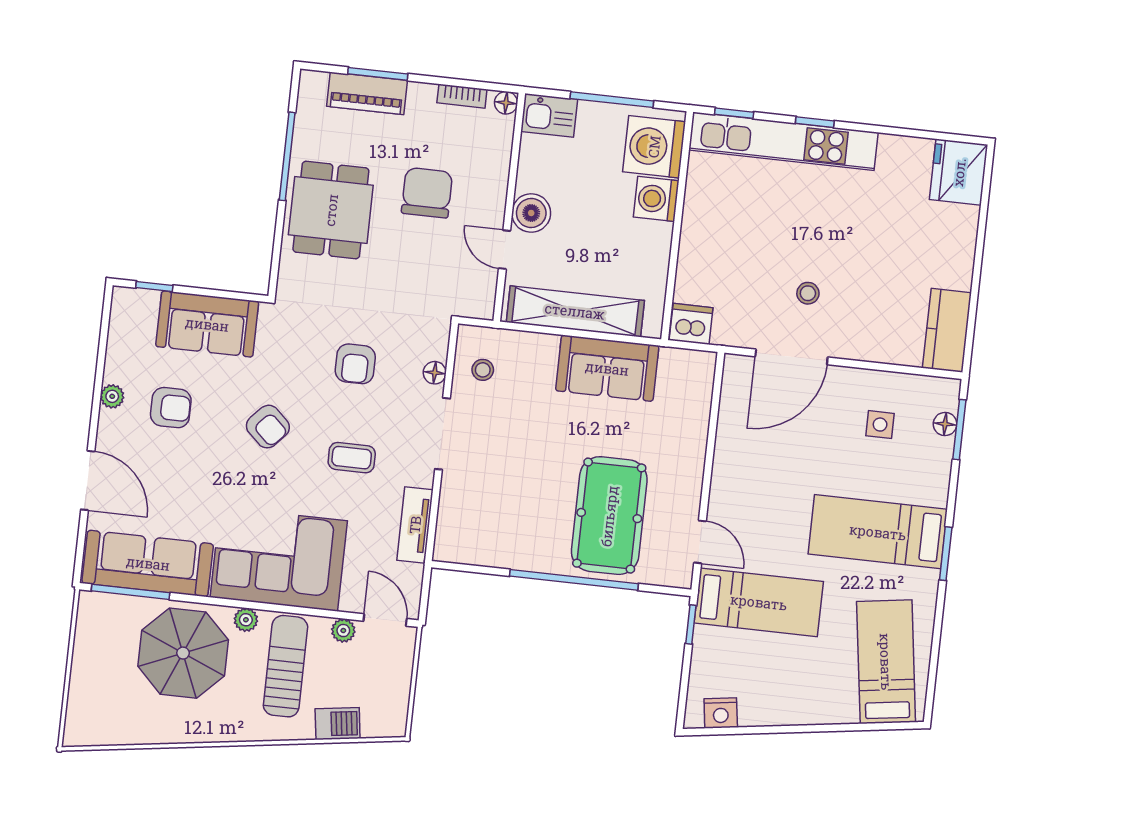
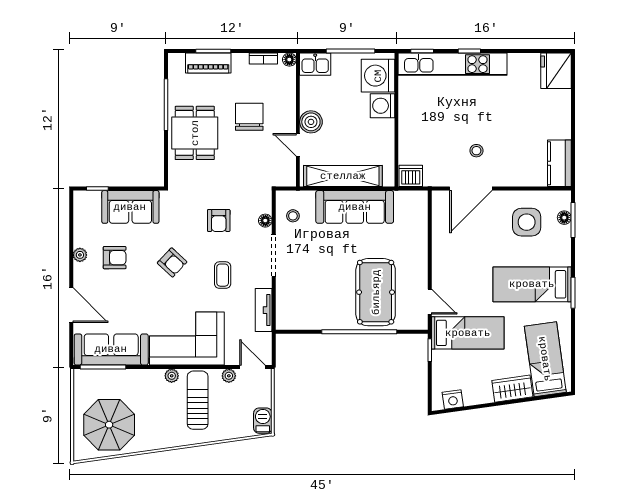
sofa: (607, 368) -> (355, 207), width x1.36
side table: (880, 425) -> (527, 222), width x1.87, depth x1.87
coffee table: (352, 458) -> (223, 275), turned 90
parasol: (183, 653) -> (109, 425), moved
wardrobe: (824, 706) -> (512, 389), added
barbecue: (338, 724) -> (263, 421), moved, turned -82

